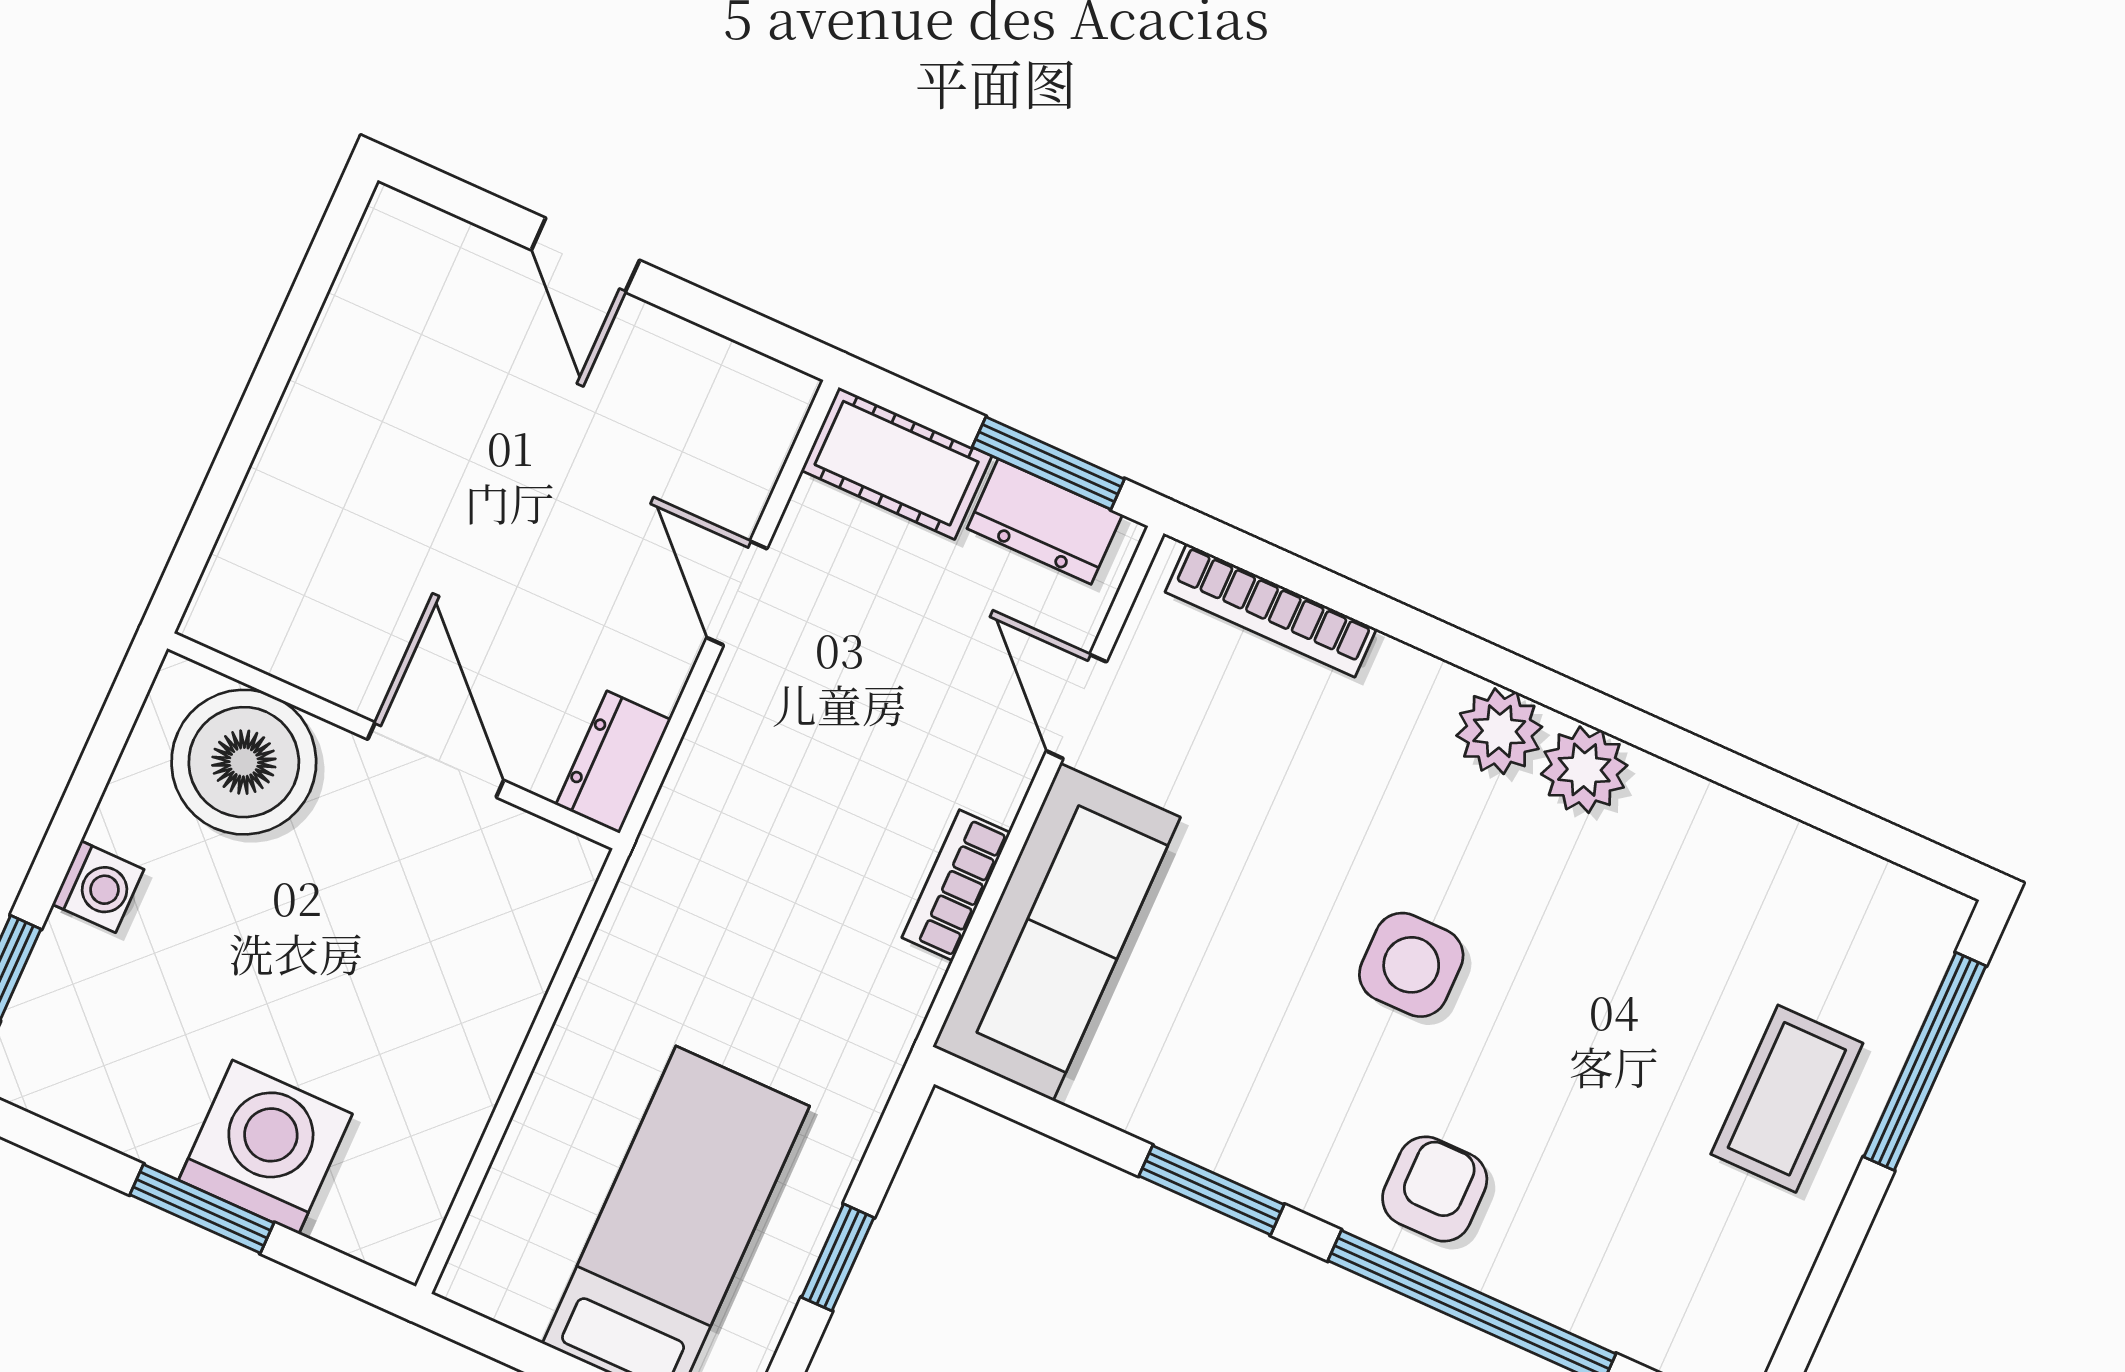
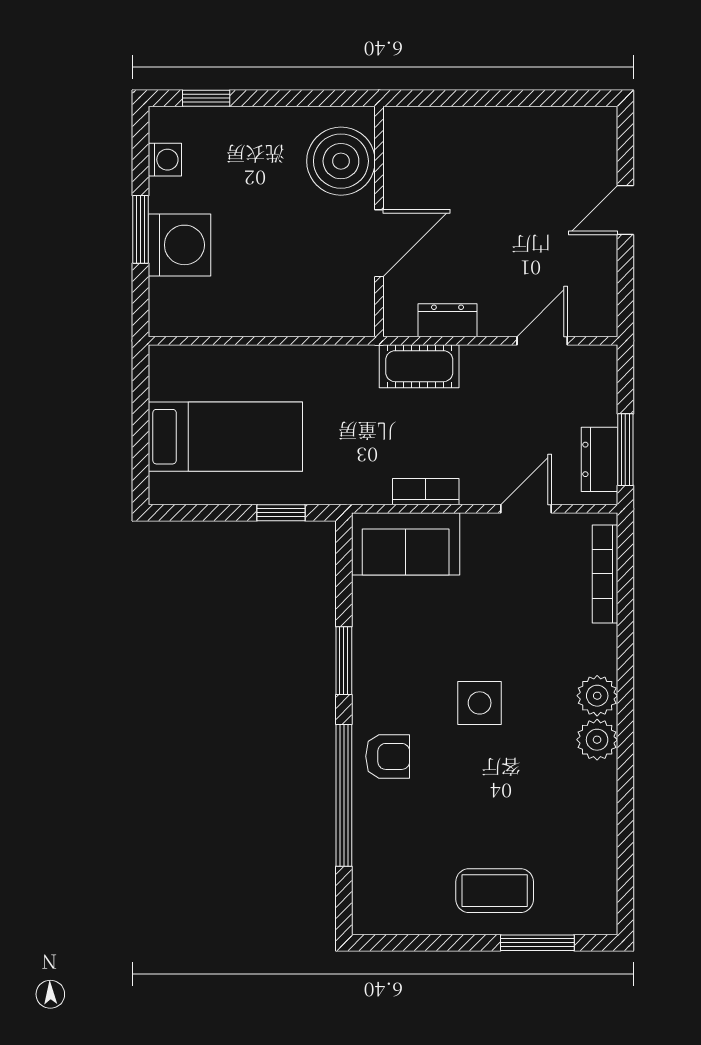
cot: (897, 463) -> (419, 366), moved, turned 90
door: (737, 593) -> (542, 341), moved
dresser: (613, 762) -> (447, 320), moved
washing machine: (98, 887) -> (165, 160), moved, turned -90
sofa: (1057, 932) -> (406, 544), width x0.73
window: (1925, 1061) -> (537, 943), width x0.69
window: (838, 1257) -> (281, 513), moved

